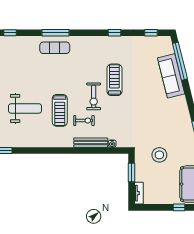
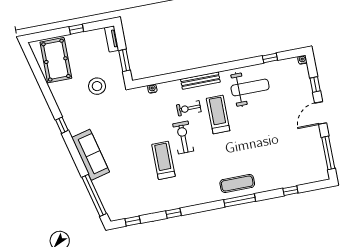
sofa: (171, 76) -> (91, 155), moved
treadmill: (114, 80) -> (163, 160), turned 180
weight bench: (25, 108) -> (250, 87), moved, turned 180
bench: (91, 143) -> (200, 81), moved
window: (179, 207) -> (76, 29), moved

